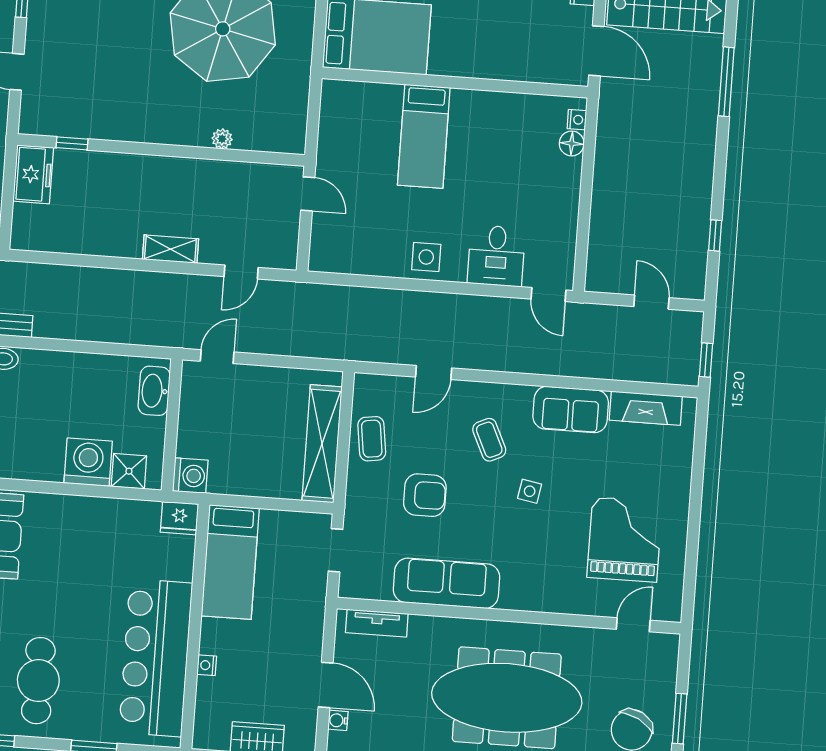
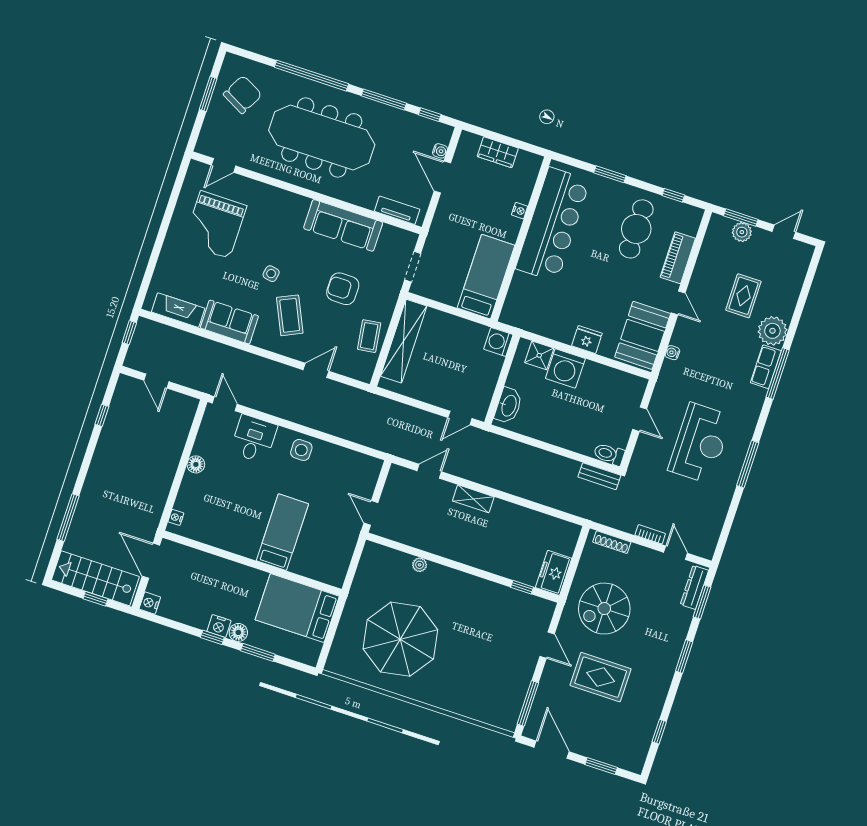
floor lamp: (572, 143) -> (196, 464), moved
coffee table: (489, 440) -> (290, 315), width x1.36, depth x1.30
fridge: (179, 518) -> (587, 340), moved

